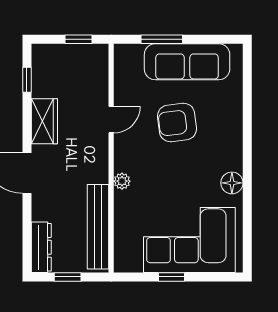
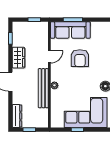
sofa: (187, 62) -> (70, 30), moved
armchair: (177, 122) -> (80, 58), turned -83
bench: (98, 227) -> (43, 88), moved

